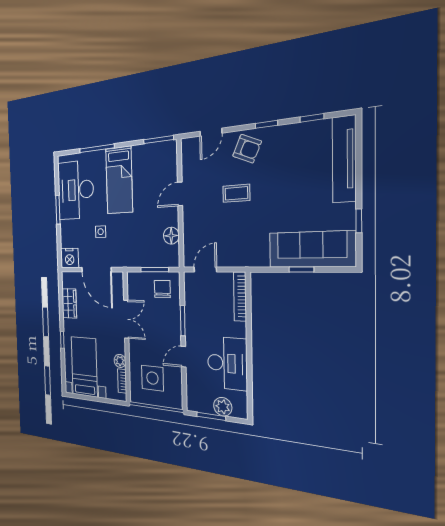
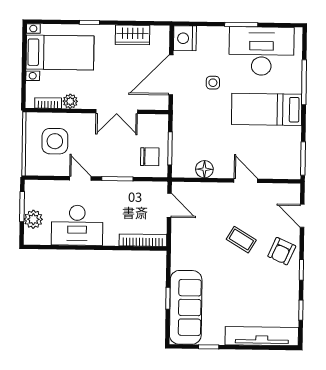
coffee table: (236, 193) -> (241, 240), turned -59

